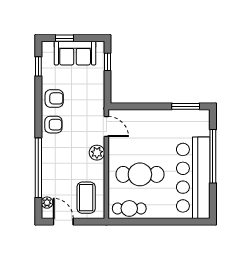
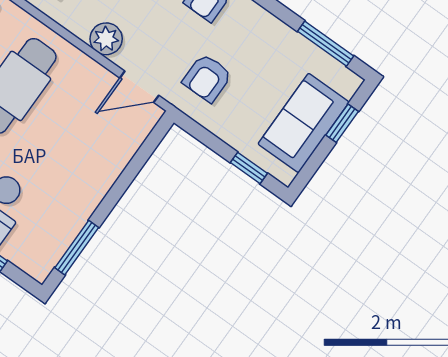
window: (38, 66) -> (326, 44), width x1.50
armchair: (54, 98) -> (207, 78), moved

